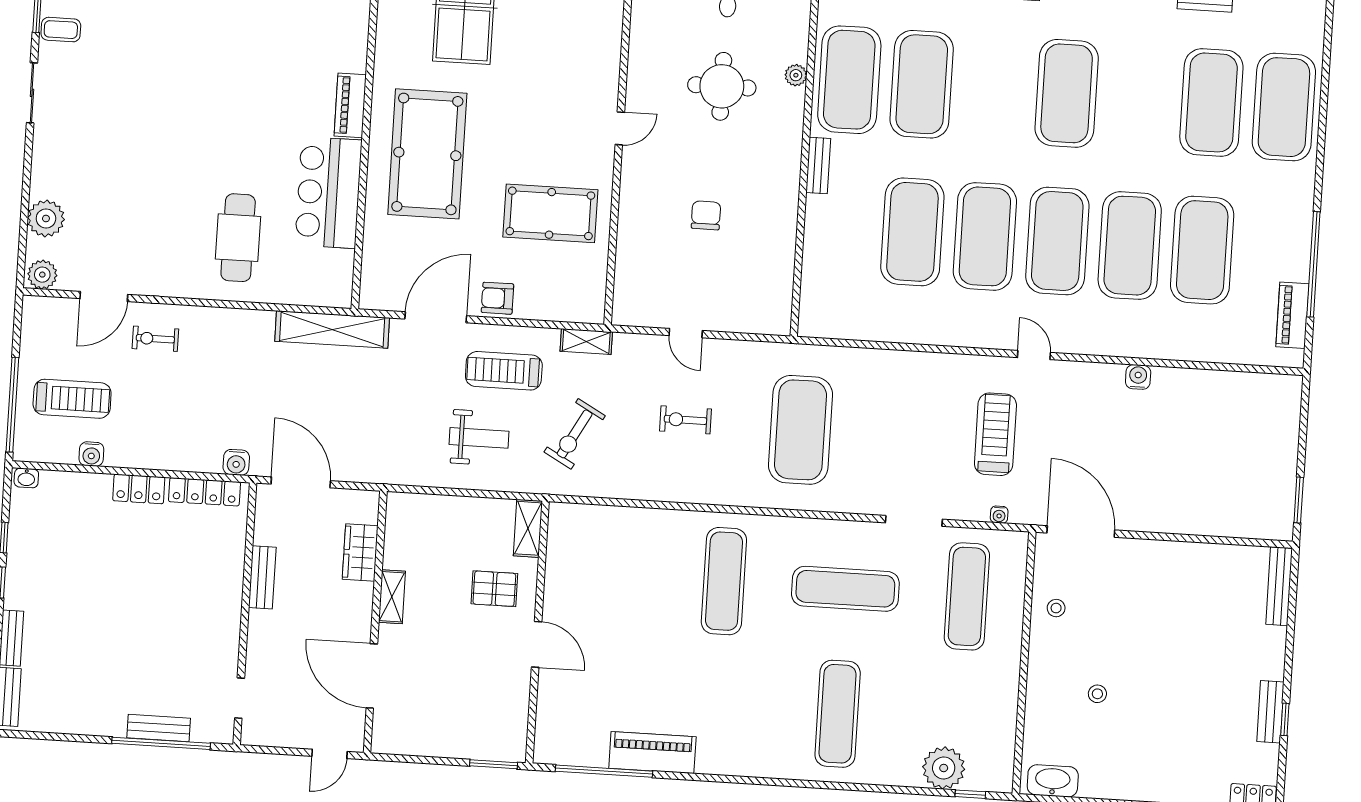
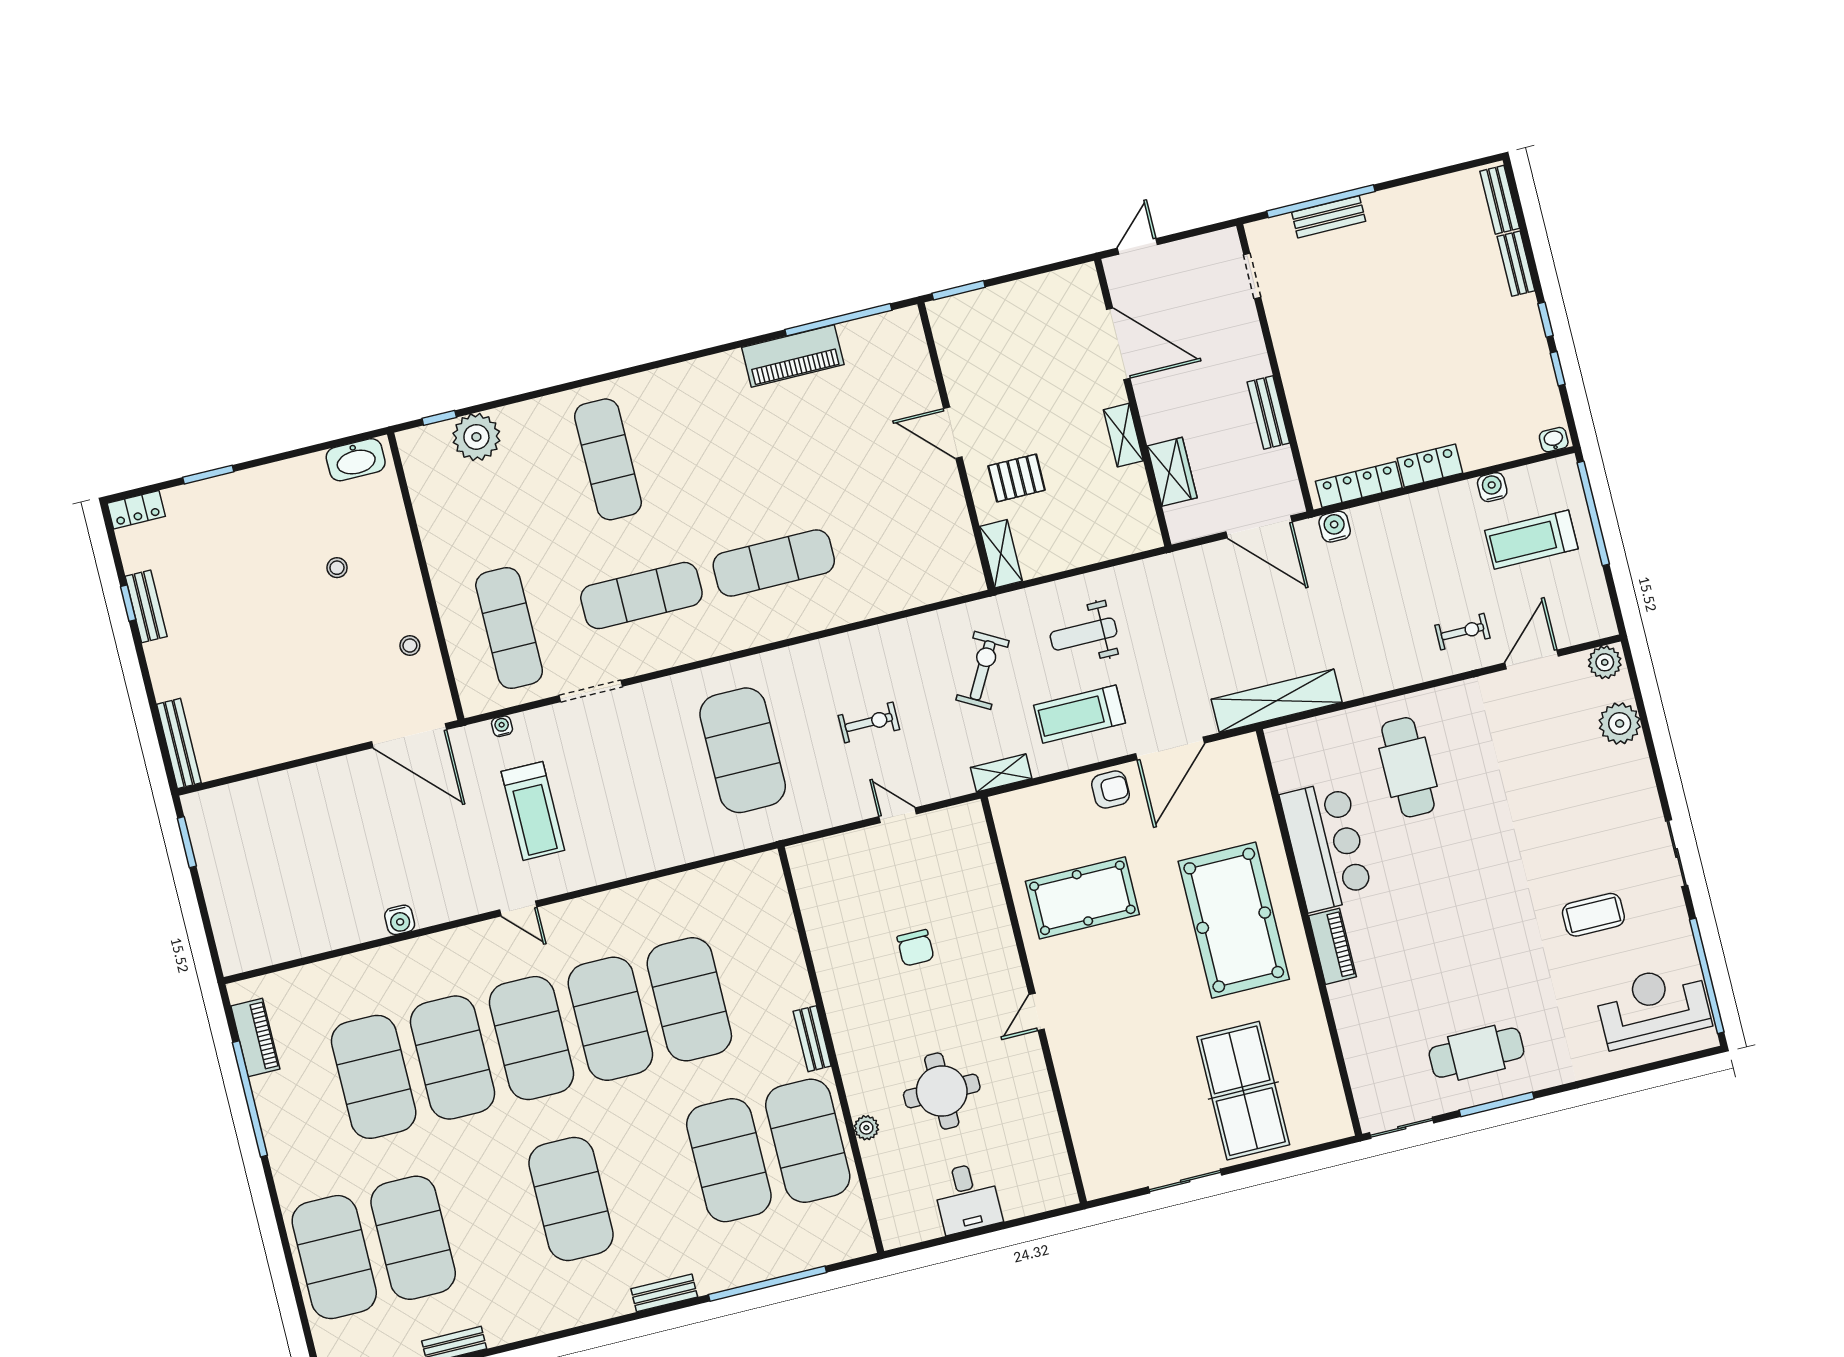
coffee table: (61, 30) -> (1593, 915), moved, width x1.36, depth x1.30
treadmill: (504, 371) -> (1079, 714), turned 180
exercise mat: (724, 581) -> (774, 563), turned 90

